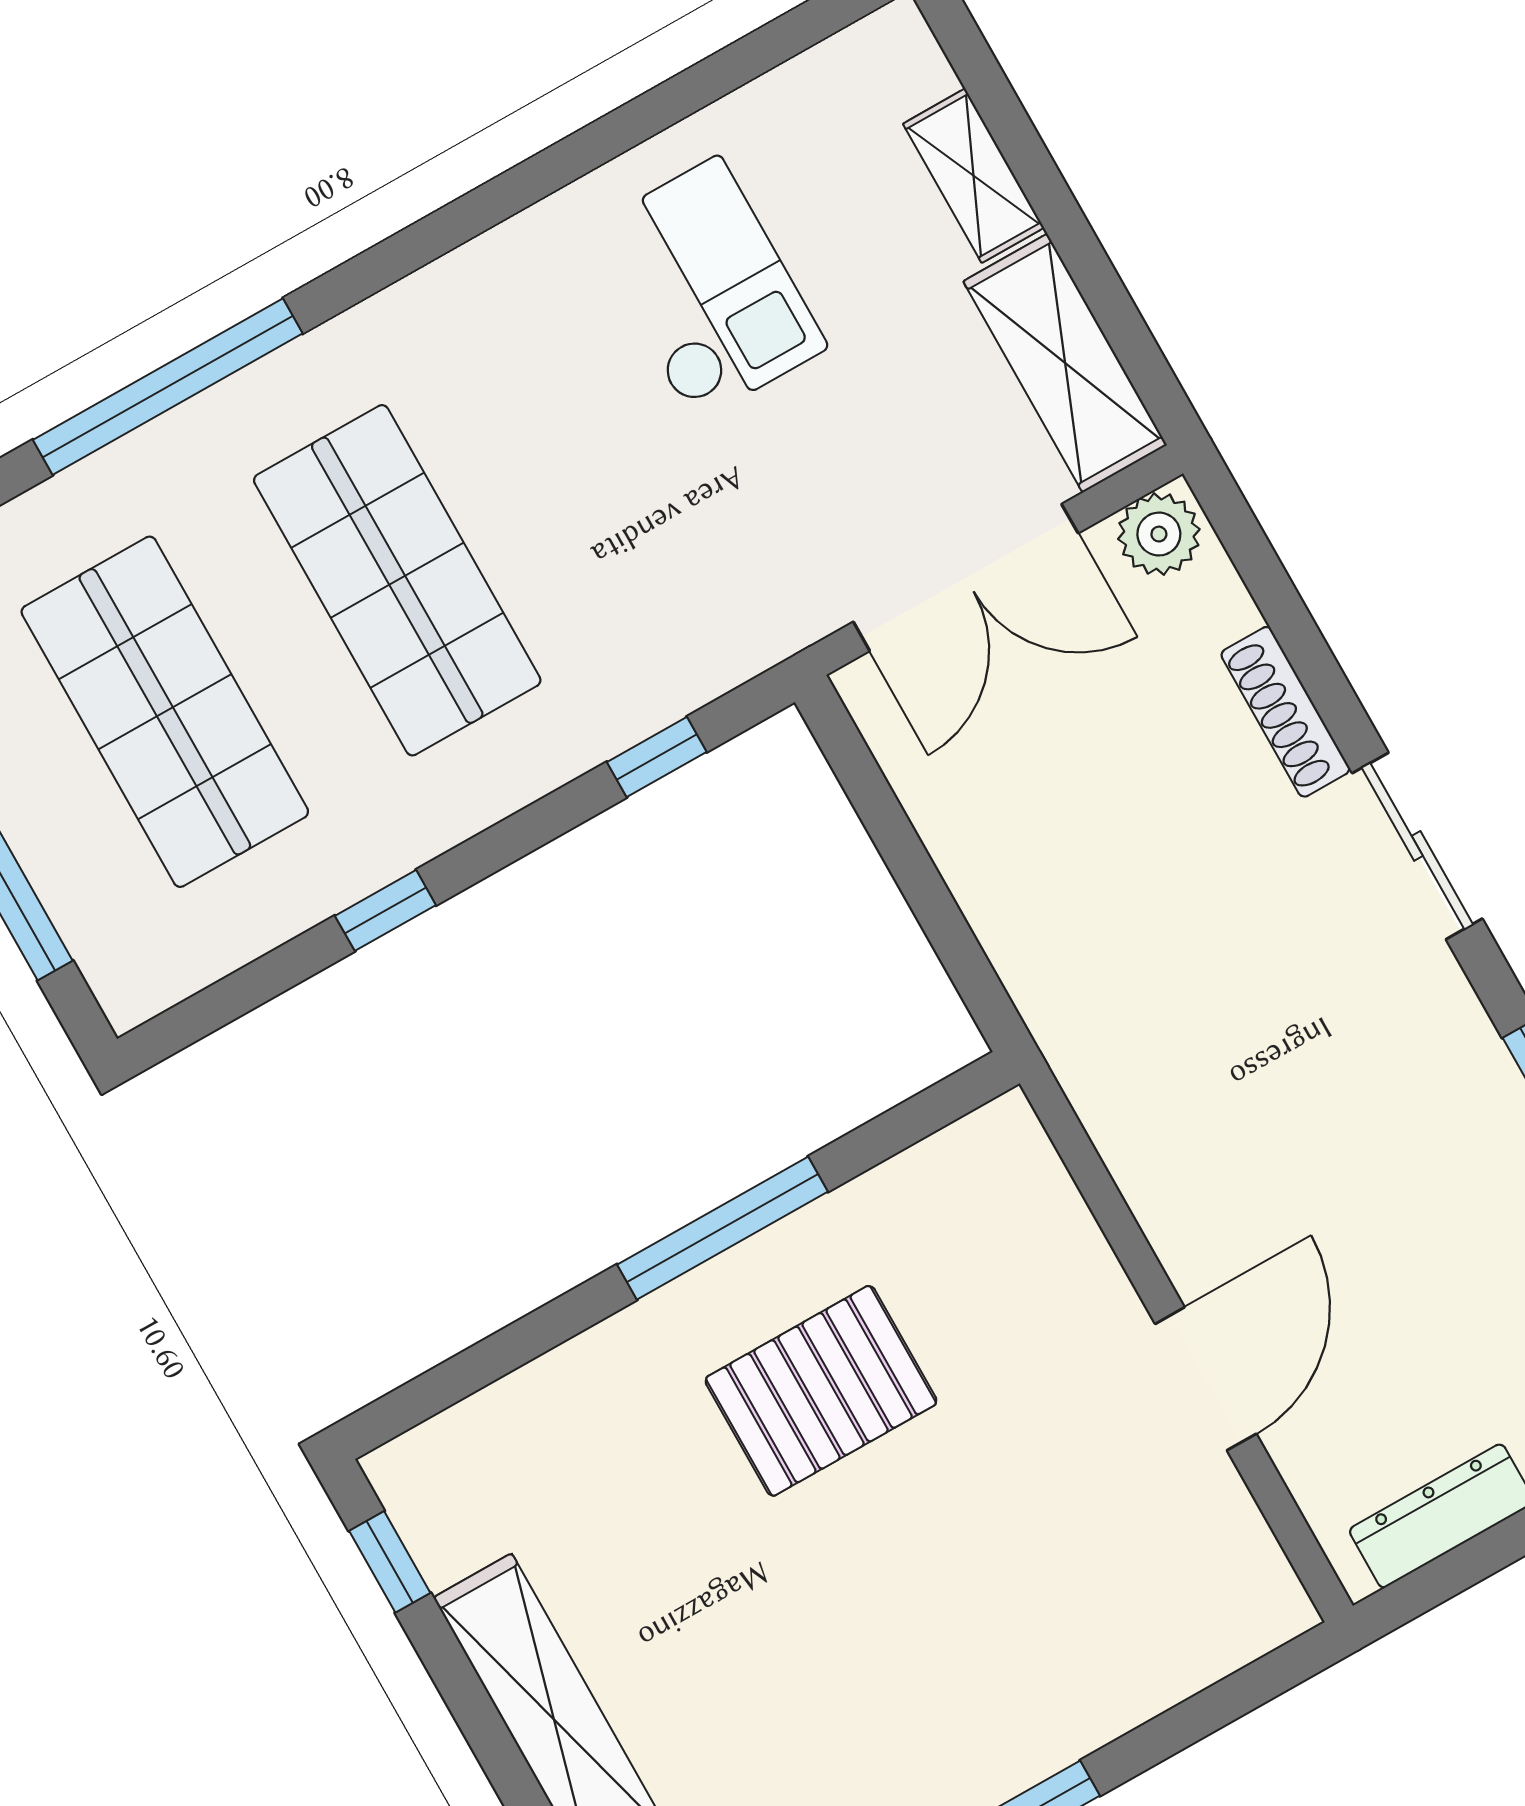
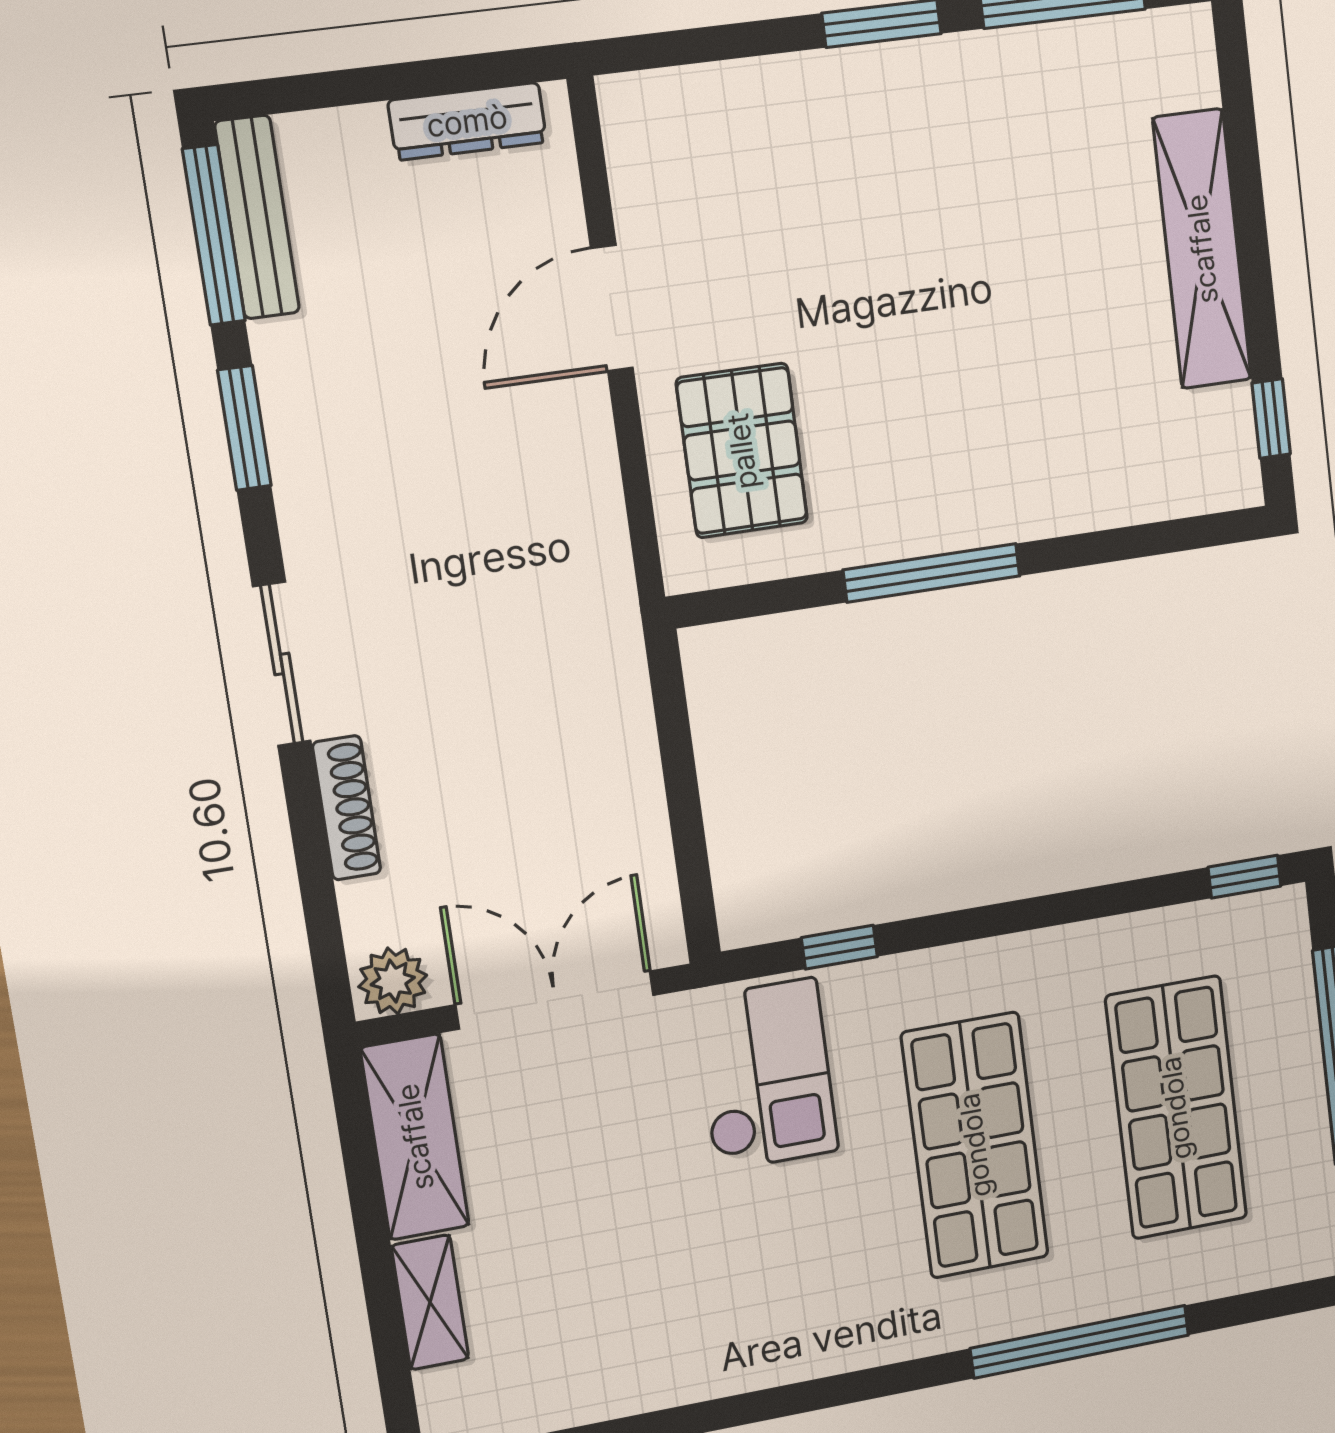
checkout: (706, 289) -> (766, 1075), moved, turned 180
window: (385, 910) -> (1244, 877), moved
pallet: (821, 1391) -> (742, 451), moved, turned 90

